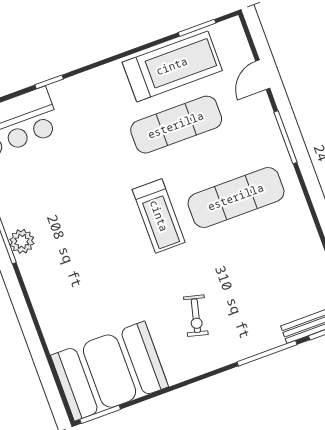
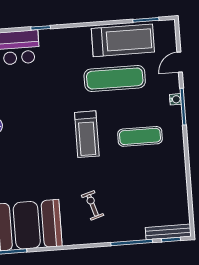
water cooler: (272, 130) -> (175, 99), added
exercise mat: (236, 197) -> (140, 136), width x0.73, depth x0.69
exercise bike: (196, 316) -> (93, 205), turned 149

